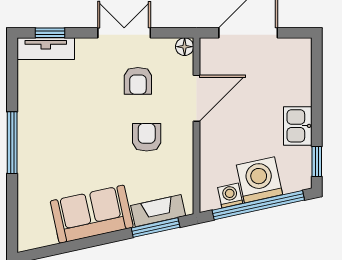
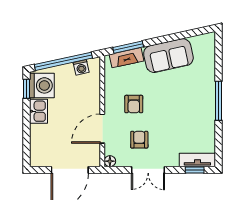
washing machine: (259, 180) -> (42, 85), moved, turned -78

